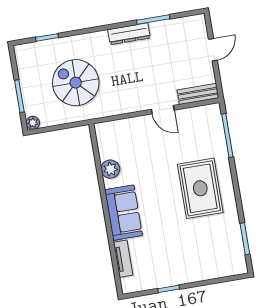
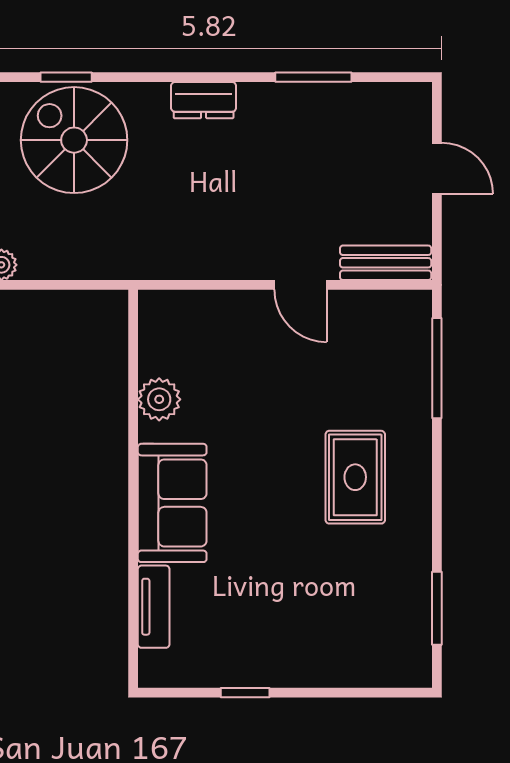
dresser: (129, 34) -> (204, 100), moved, width x0.70
door: (213, 50) -> (437, 168), hinge flipped
spiral stairs: (76, 83) -> (74, 140), moved
rug: (200, 188) -> (355, 477), width x0.73, depth x0.70

